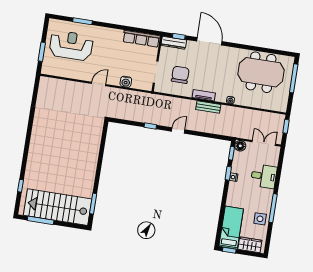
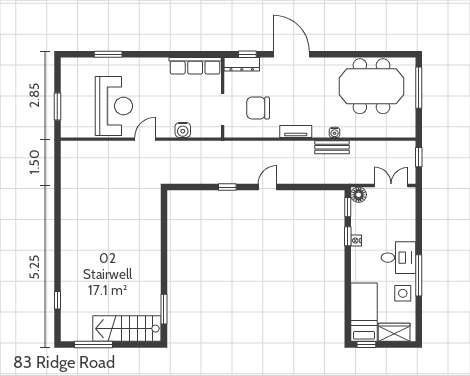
reception desk: (71, 46) -> (114, 106), moved, turned 90
chair: (180, 75) -> (258, 108), turned -90
bench: (208, 107) -> (332, 147), moved
desk: (264, 176) -> (398, 258), moved
stairs: (58, 207) -> (127, 329), width x0.73, depth x0.66

